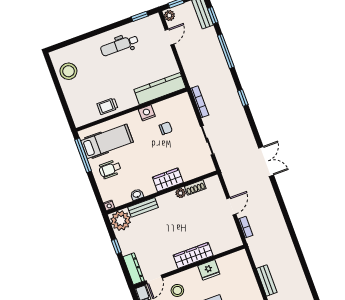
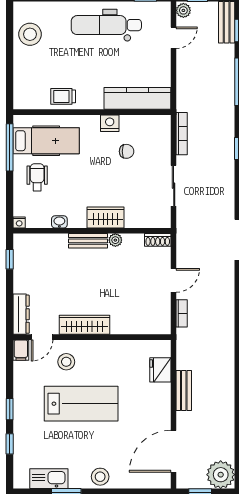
dental chair: (119, 45) -> (106, 25), width x1.36, depth x1.38
wheelchair: (110, 169) -> (37, 177), turned 90
shoe rack: (195, 187) -> (158, 240), moved
bench: (143, 207) -> (88, 241), moved
plant: (121, 221) -> (27, 247), removed
window: (116, 246) -> (10, 259), moved
wardrobe: (193, 255) -> (84, 325), moved
fridge: (209, 270) -> (160, 370), moved, turned 90

